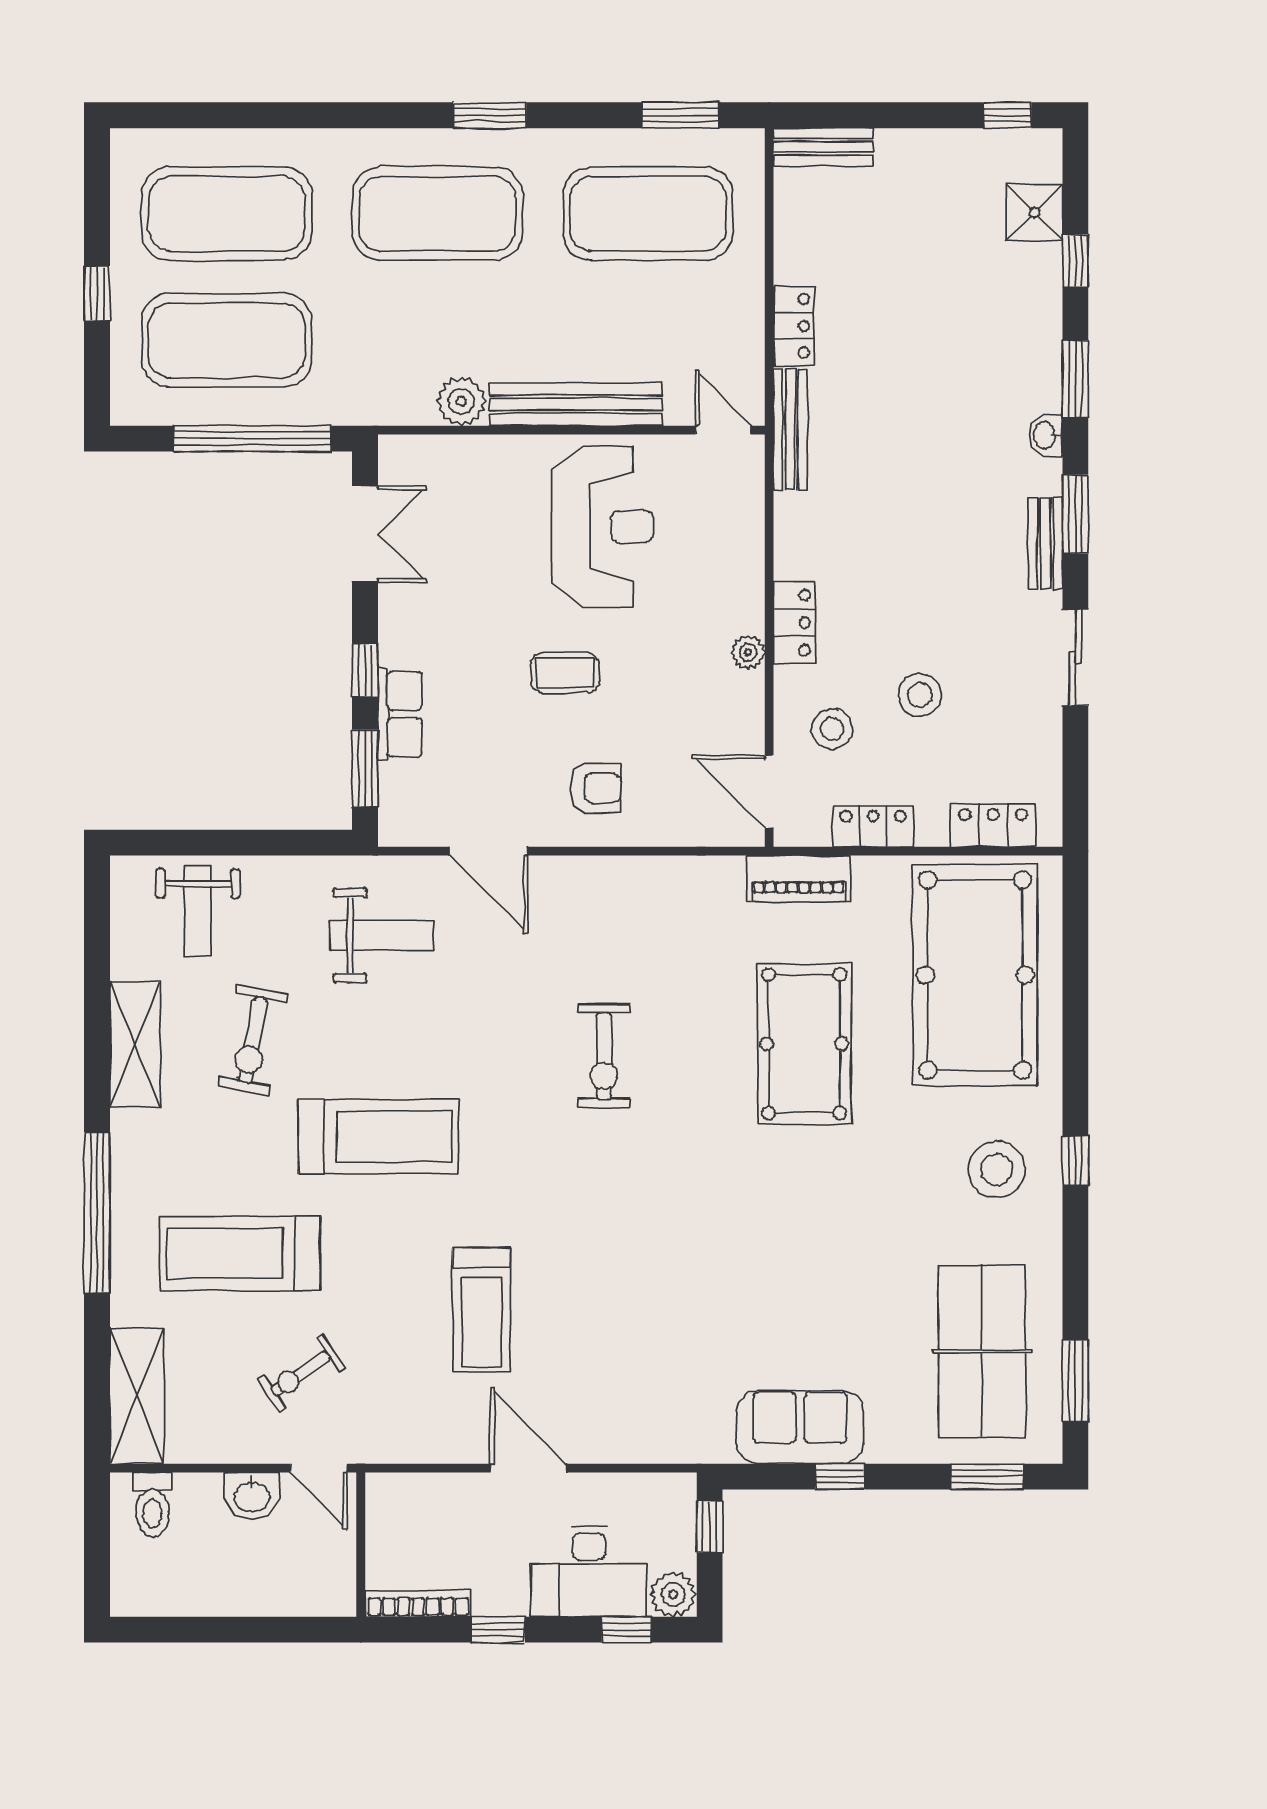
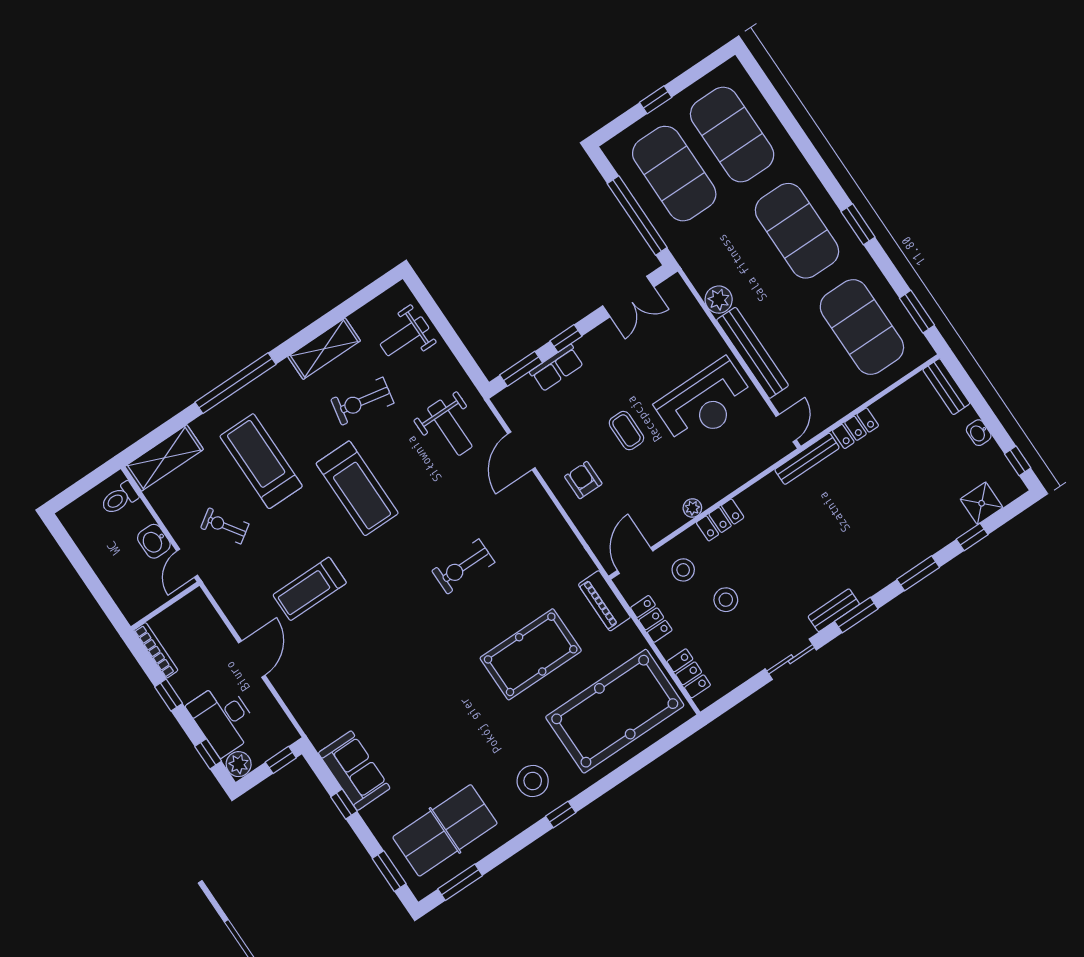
washbasin: (1045, 435) -> (979, 433), moved, turned -90
armchair: (596, 788) -> (583, 480), turned 180

